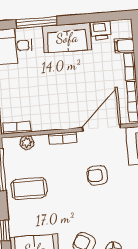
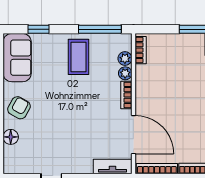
plant: (41, 141) -> (125, 73), added
armchair: (97, 175) -> (86, 127), removed

